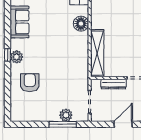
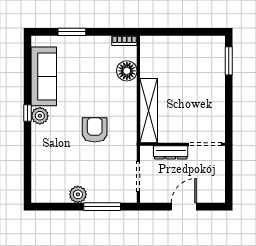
sofa: (20, 22) -> (44, 76), width x1.36
armchair: (30, 83) -> (95, 130), moved
plant: (66, 115) -> (78, 194), moved

